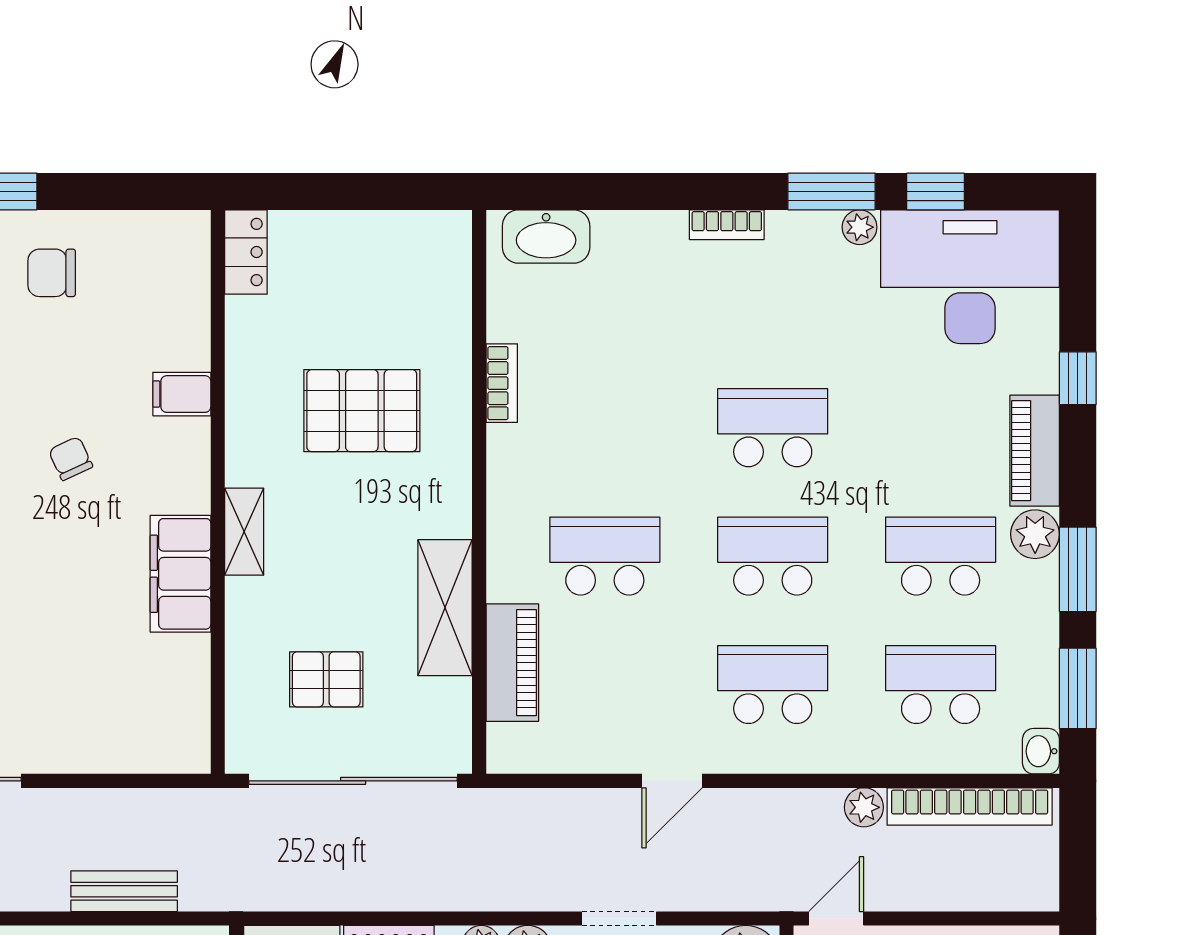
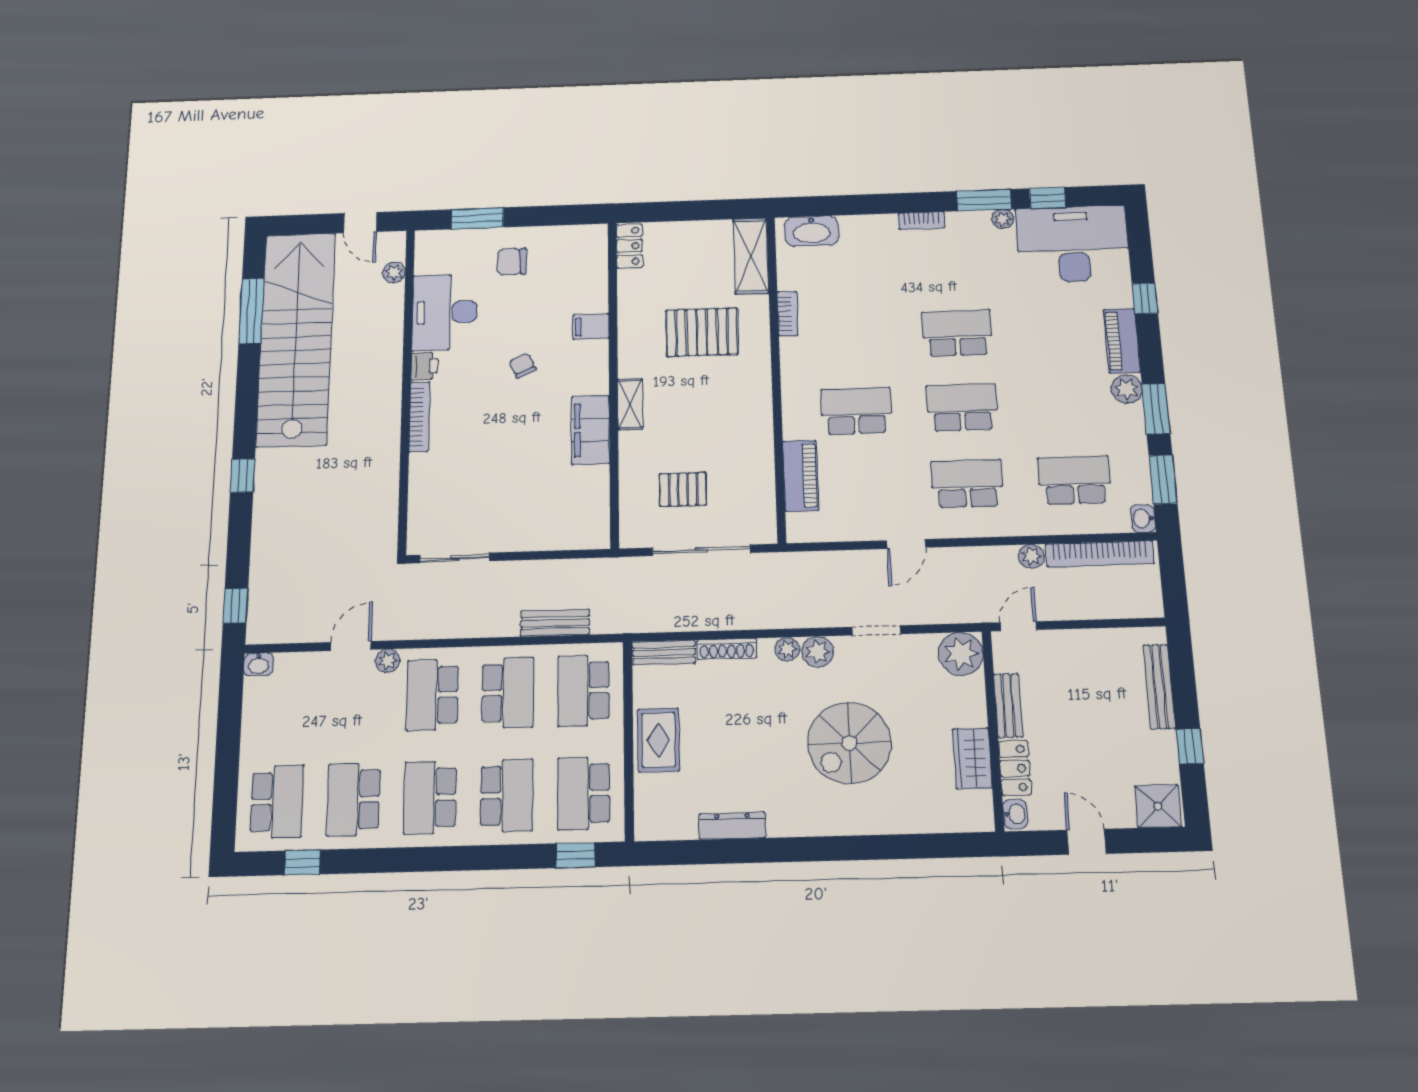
school desk: (941, 556) -> (1068, 404), removed
shelving: (445, 608) -> (751, 256), moved
sliding door: (353, 781) -> (701, 550), width x0.73

